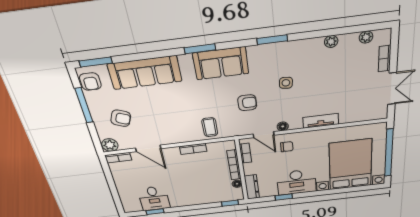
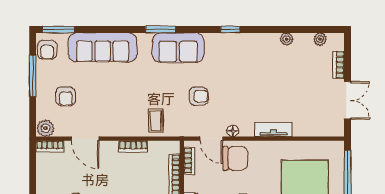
window: (272, 40) -> (230, 29), width x0.67
side table: (286, 83) -> (240, 78), removed
armchair: (121, 118) -> (66, 96), turned 68
chair: (287, 147) -> (235, 158), width x1.87, depth x1.87

